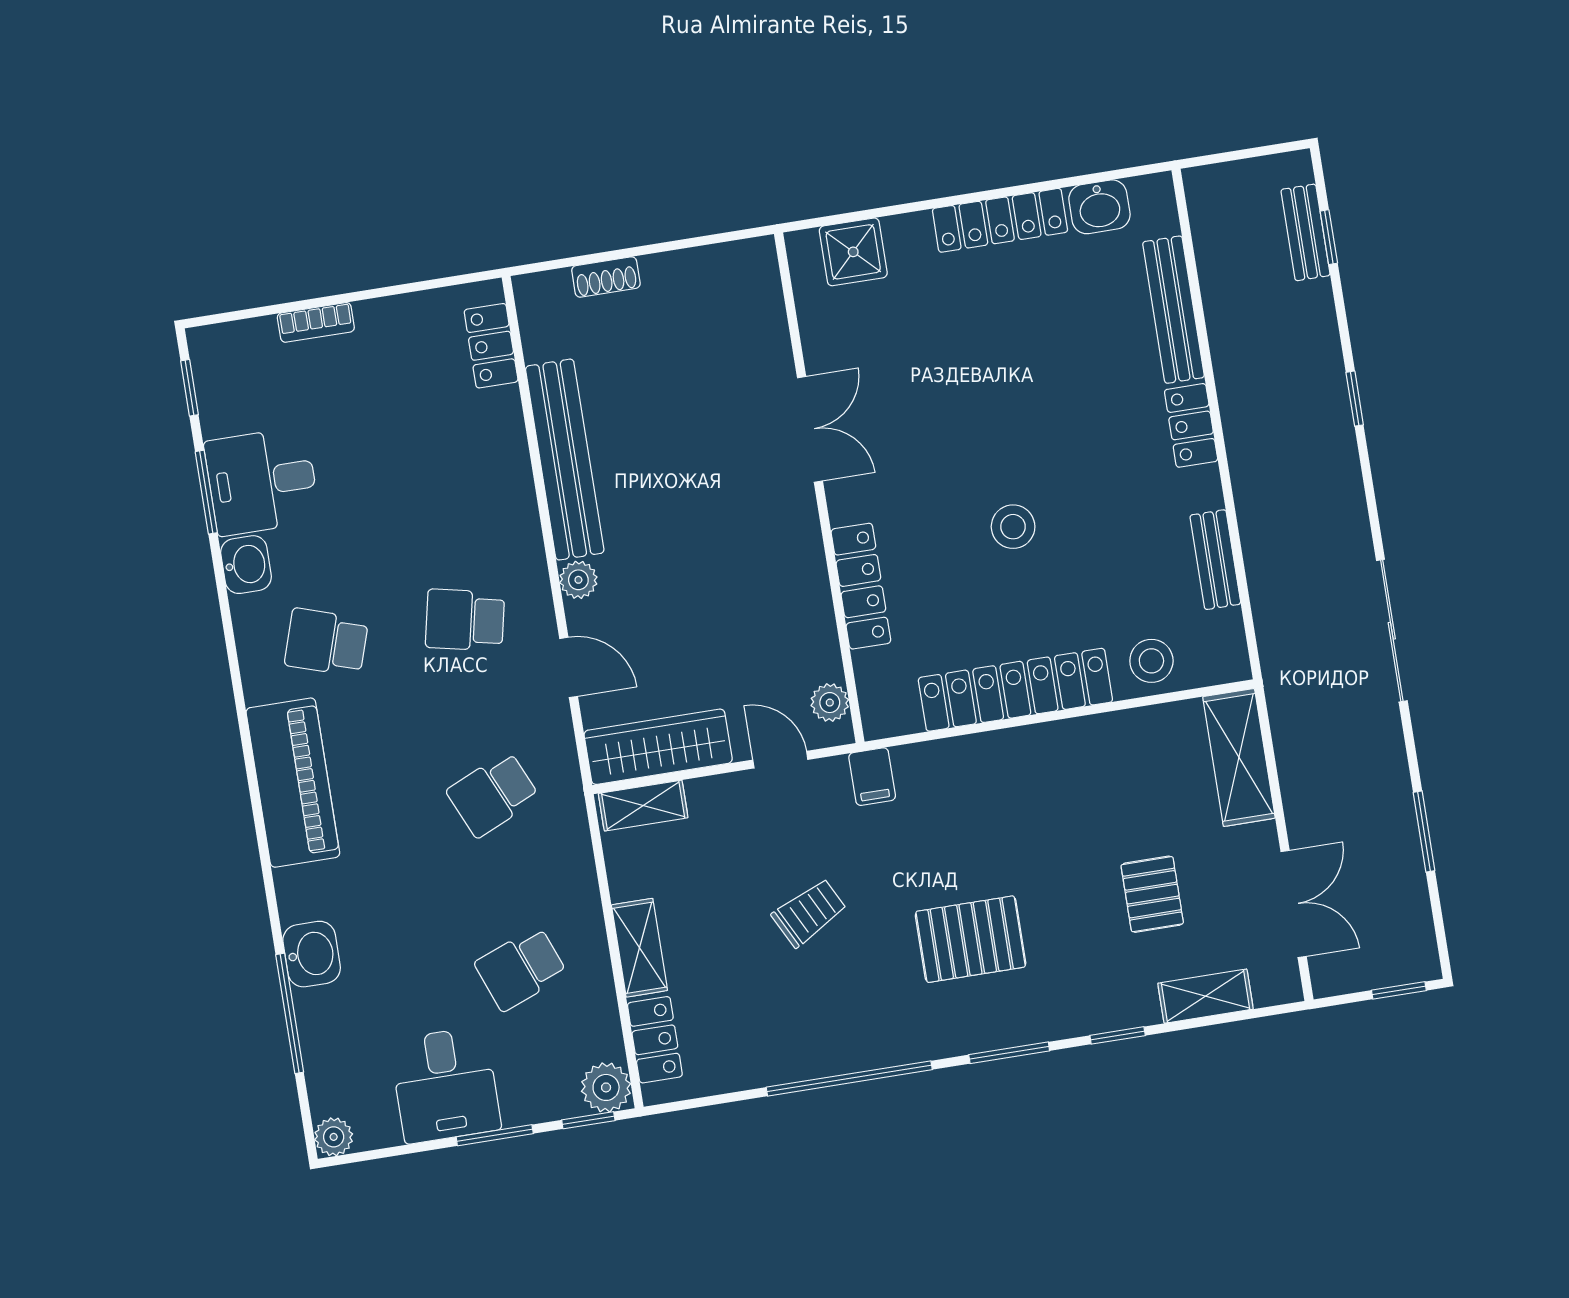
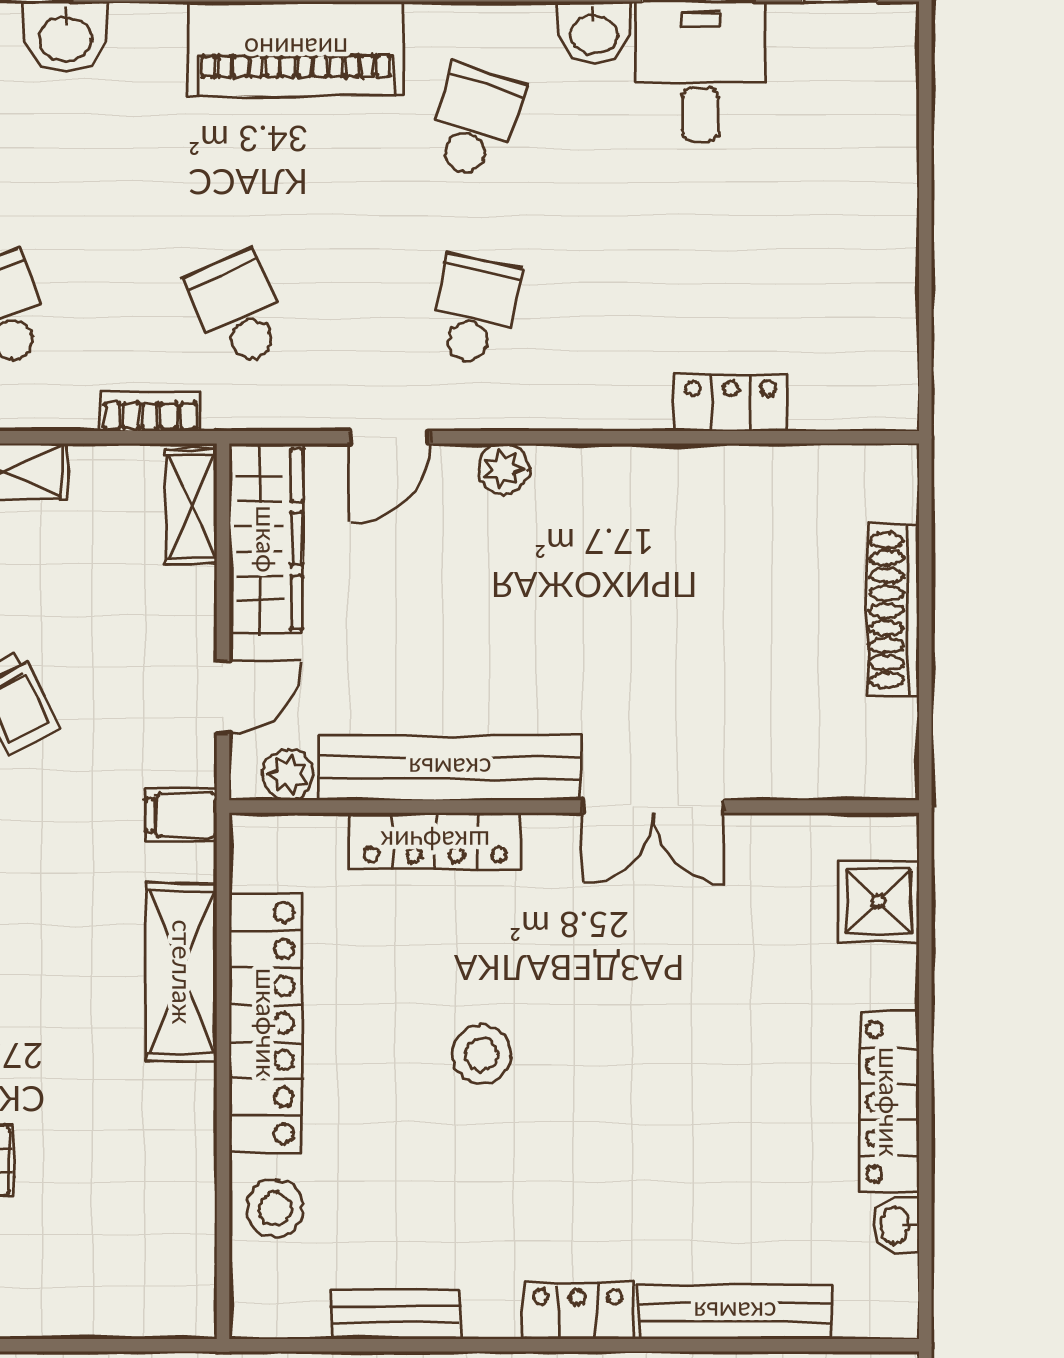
washbasin: (1099, 207) -> (896, 1225), width x0.72, depth x0.69
shoe rack: (606, 277) -> (893, 610), width x1.94, depth x1.24
bookcase: (316, 322) -> (150, 411), moved, turned 90
locker: (491, 346) -> (731, 403), moved
bench: (565, 460) -> (450, 768), moved
shelving: (1239, 757) -> (182, 972), moved, turned 90

